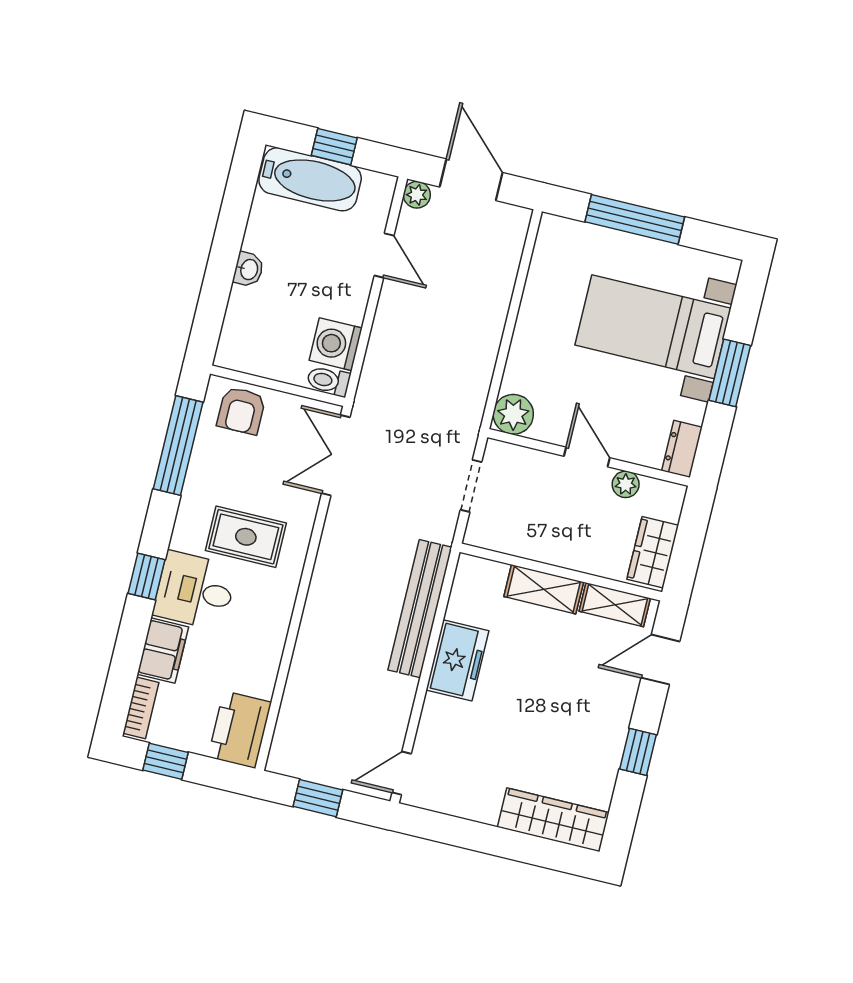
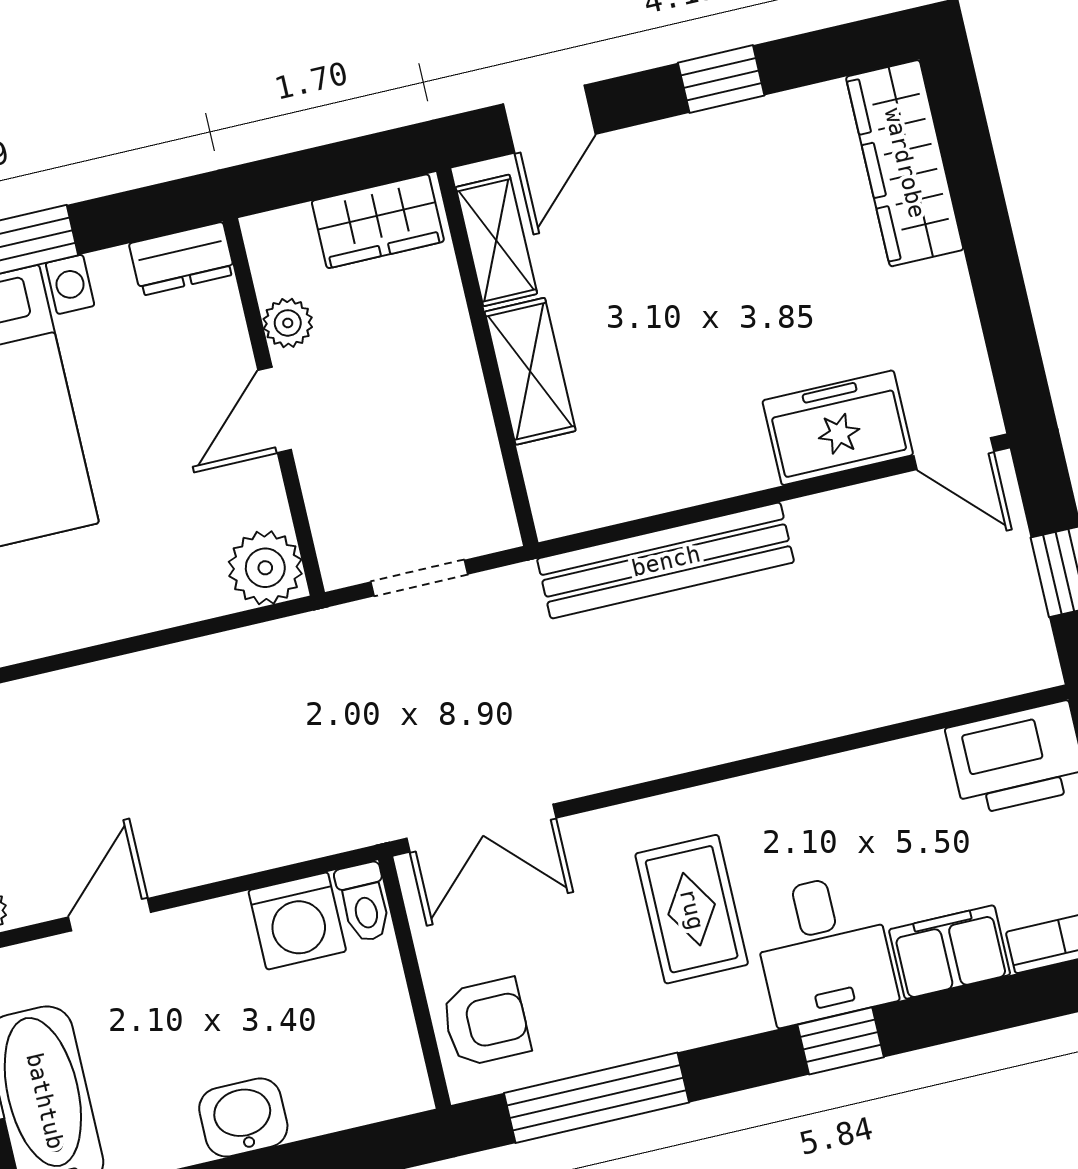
washbasin: (248, 269) -> (243, 1118), width x1.38, depth x1.45
freezer: (457, 660) -> (838, 428), moved
door: (660, 660) -> (549, 119), hinge flipped

